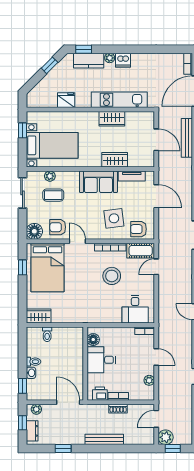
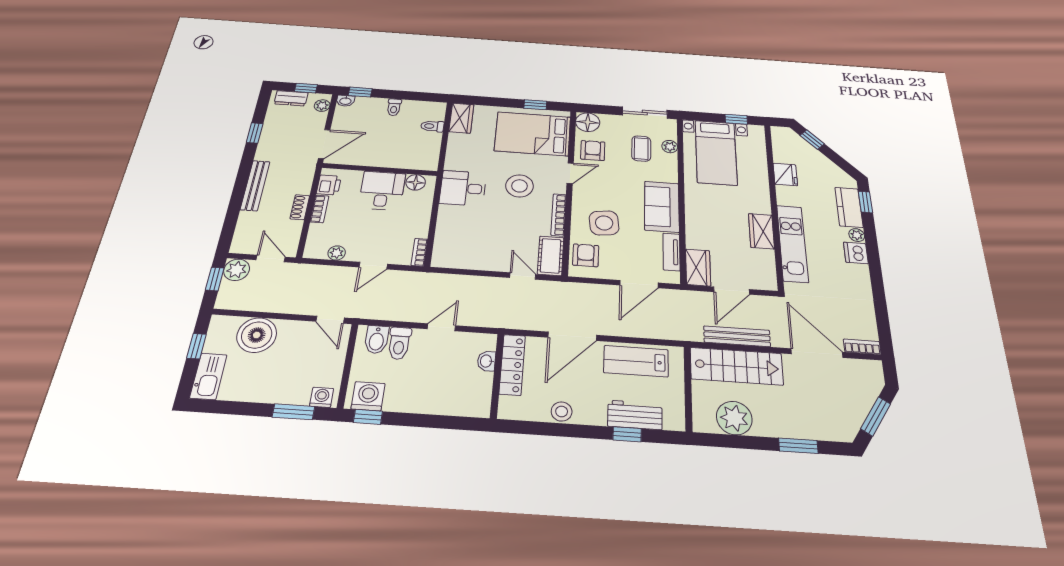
window: (50, 65) -> (812, 140), moved
wardrobe: (115, 160) -> (698, 267), moved
stool: (112, 276) -> (519, 186), moved
desk: (135, 309) -> (463, 188), moved
washbasin: (31, 373) -> (345, 101), moved

